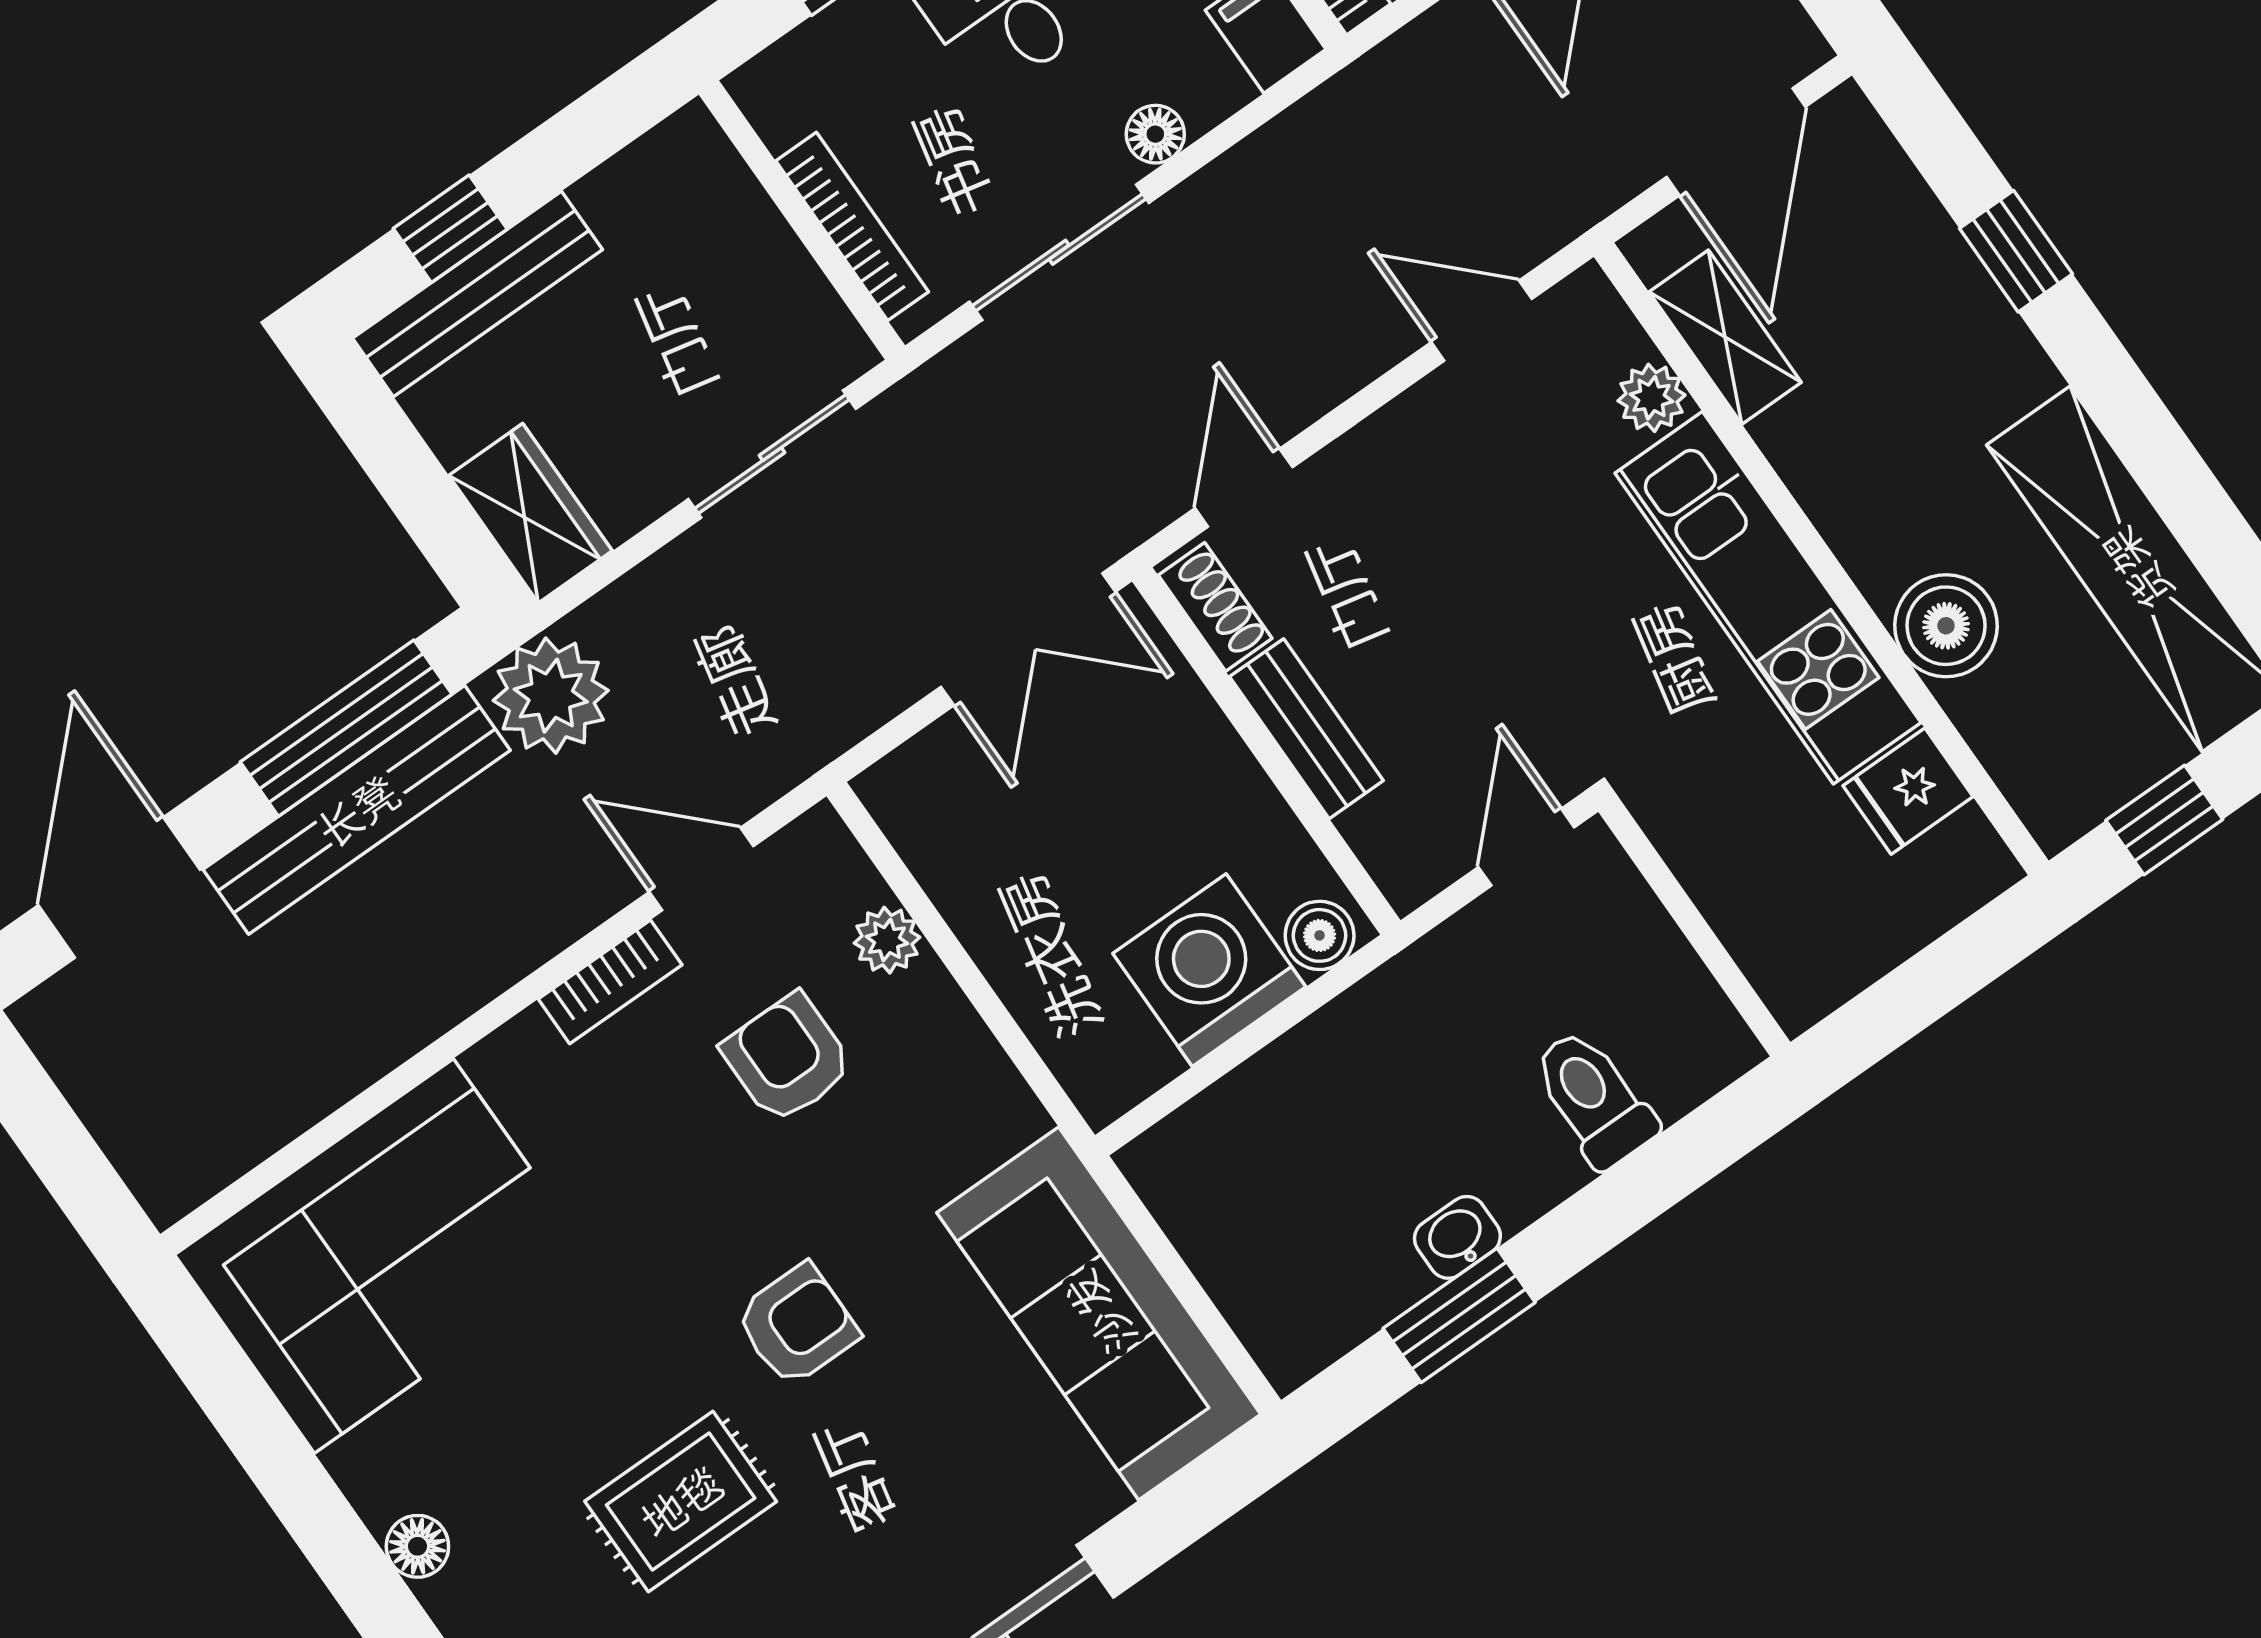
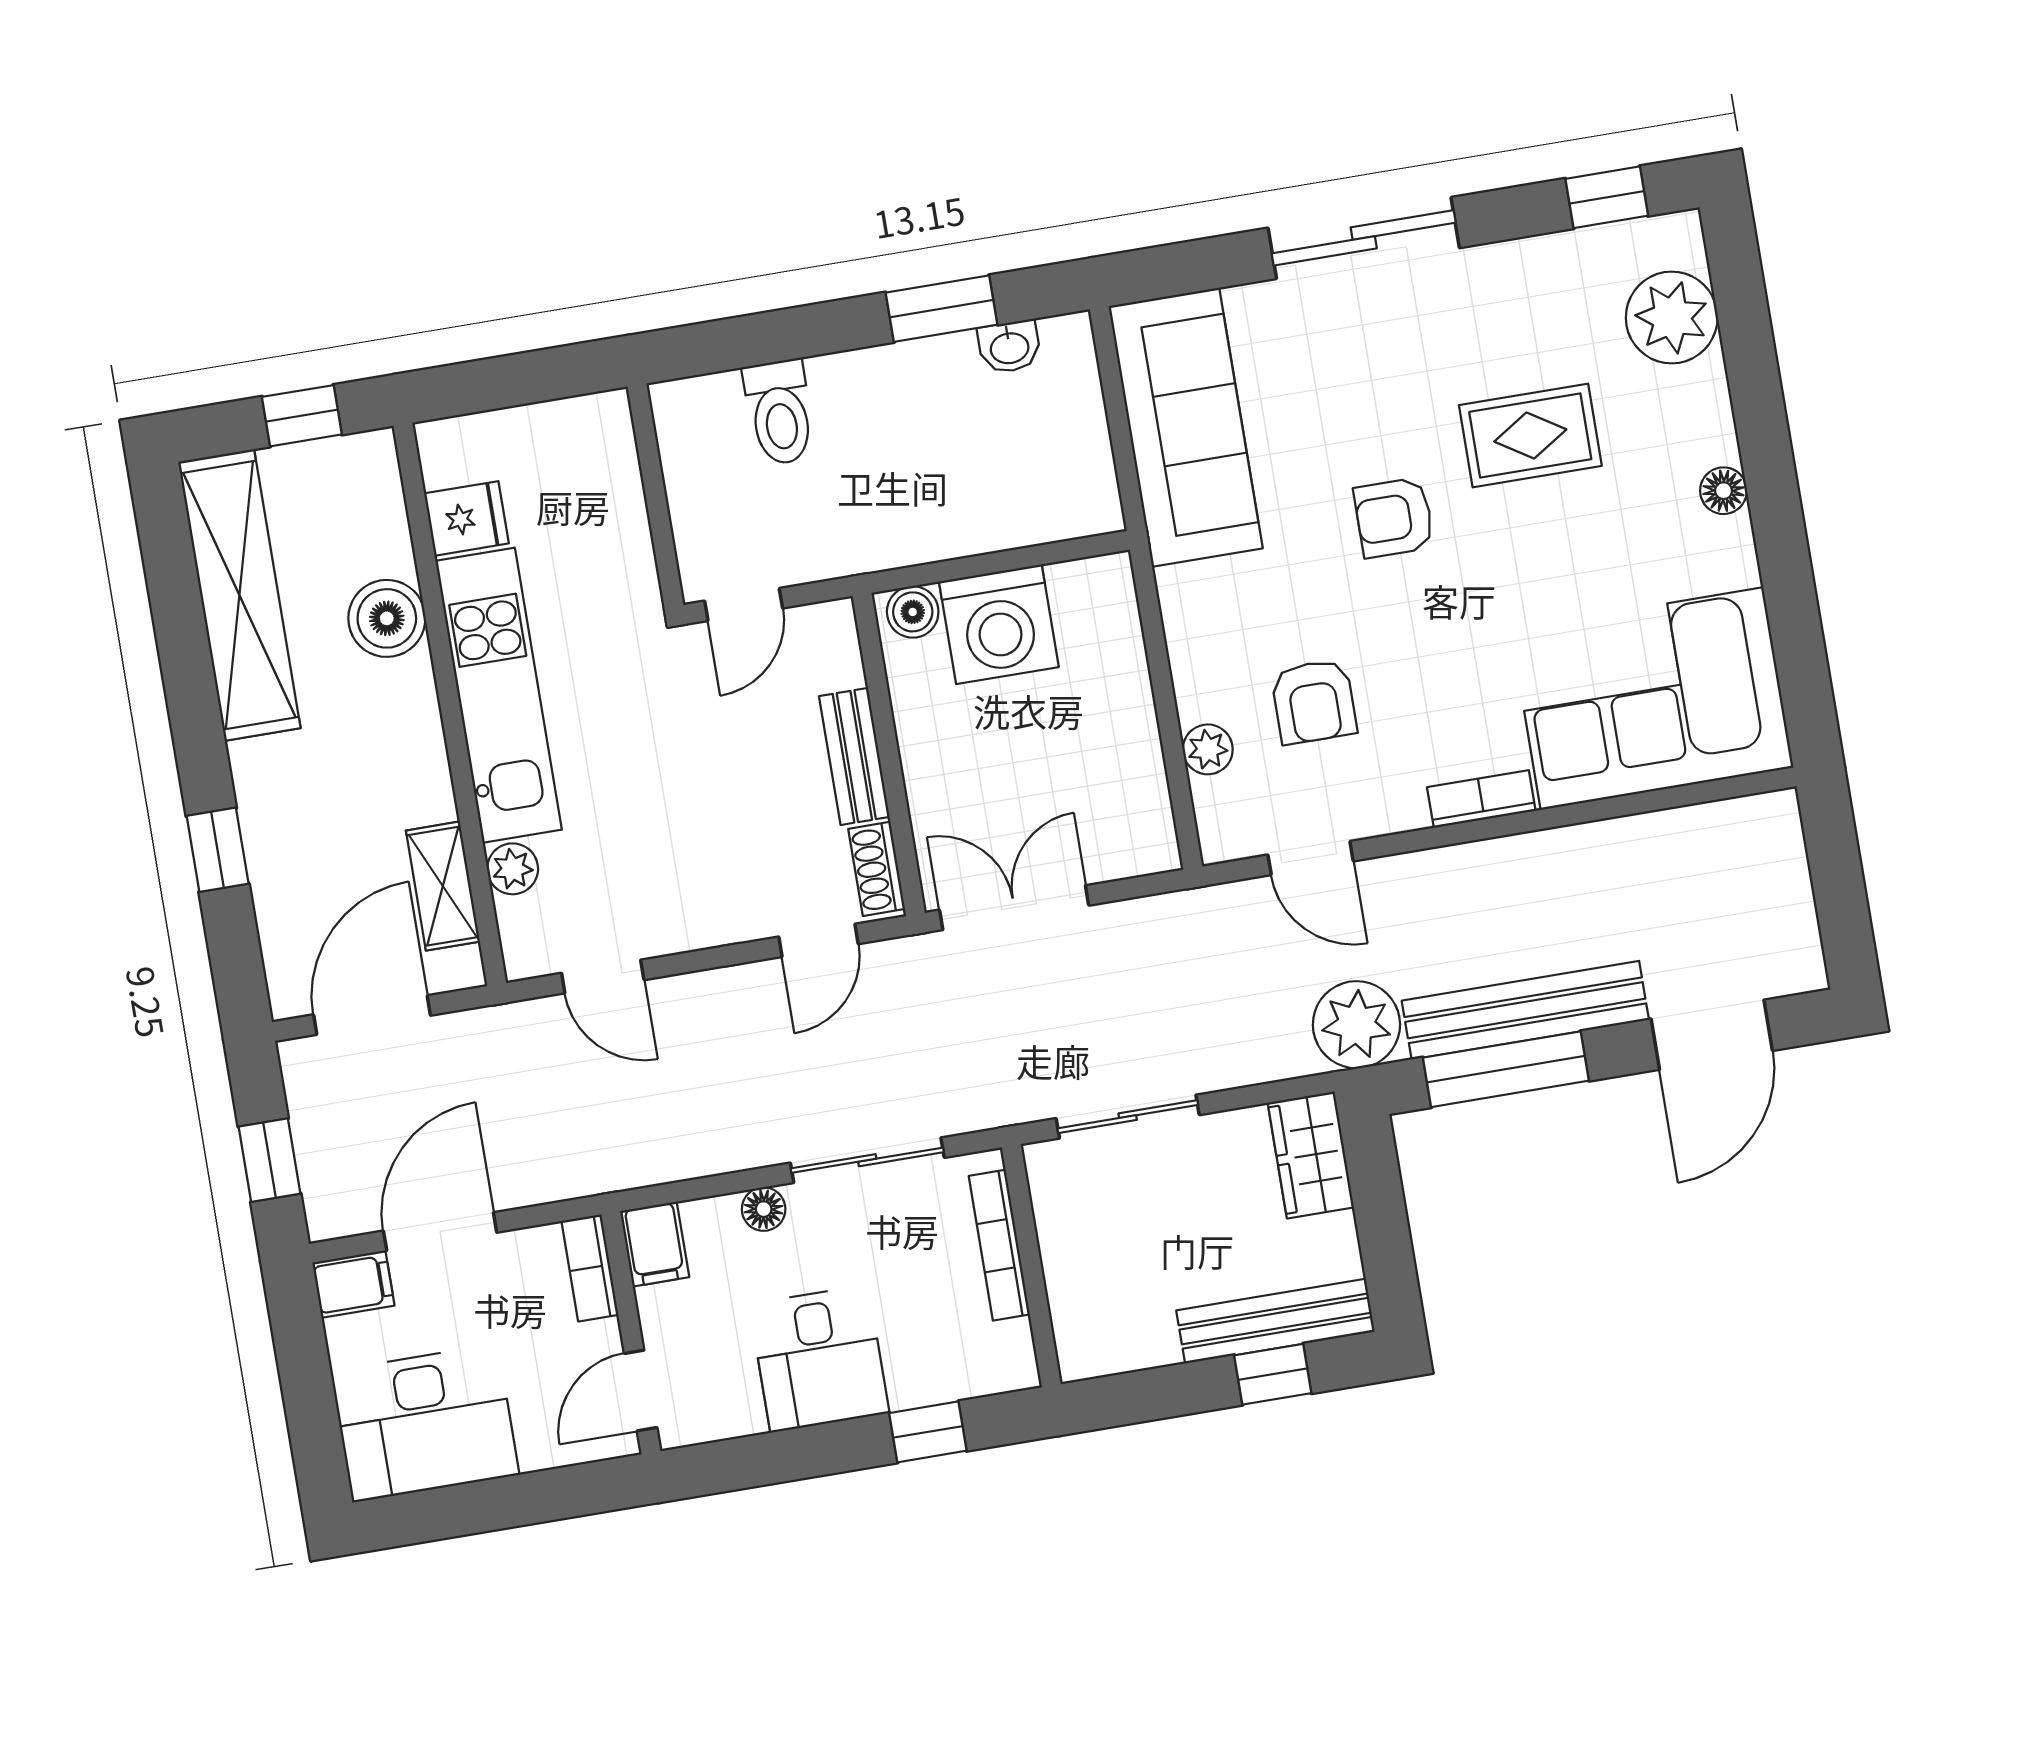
bookcase: (610, 982) -> (1481, 799), moved
washbasin: (1457, 1237) -> (1009, 347), moved

